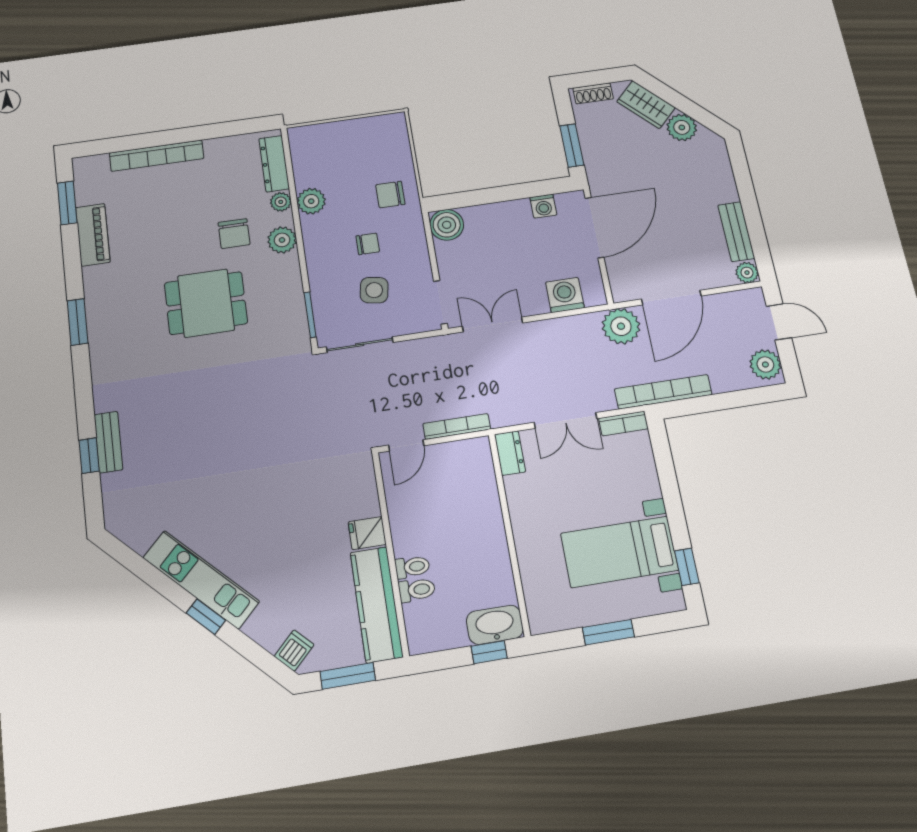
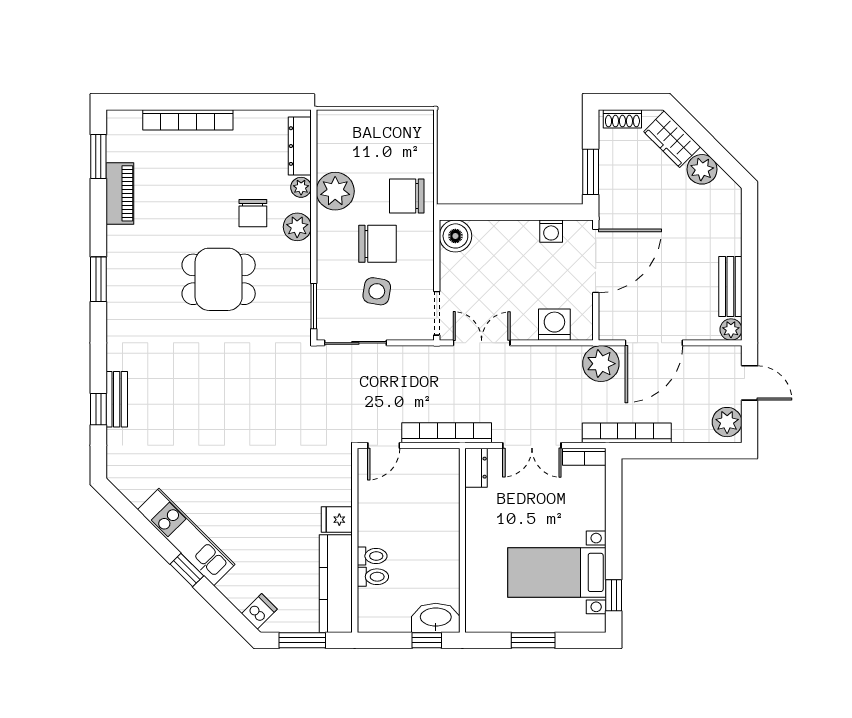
chair: (390, 195) -> (407, 196), width x1.37, depth x1.37
plant: (311, 201) -> (335, 191), width x1.36, depth x1.36
chair: (368, 244) -> (378, 244), width x1.87, depth x1.87
bookcase: (457, 426) -> (447, 433), width x1.48, depth x1.31

